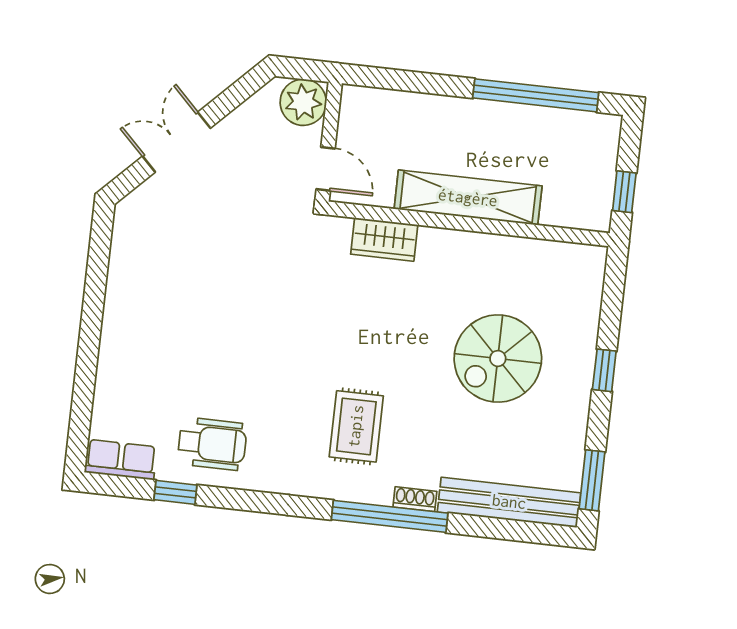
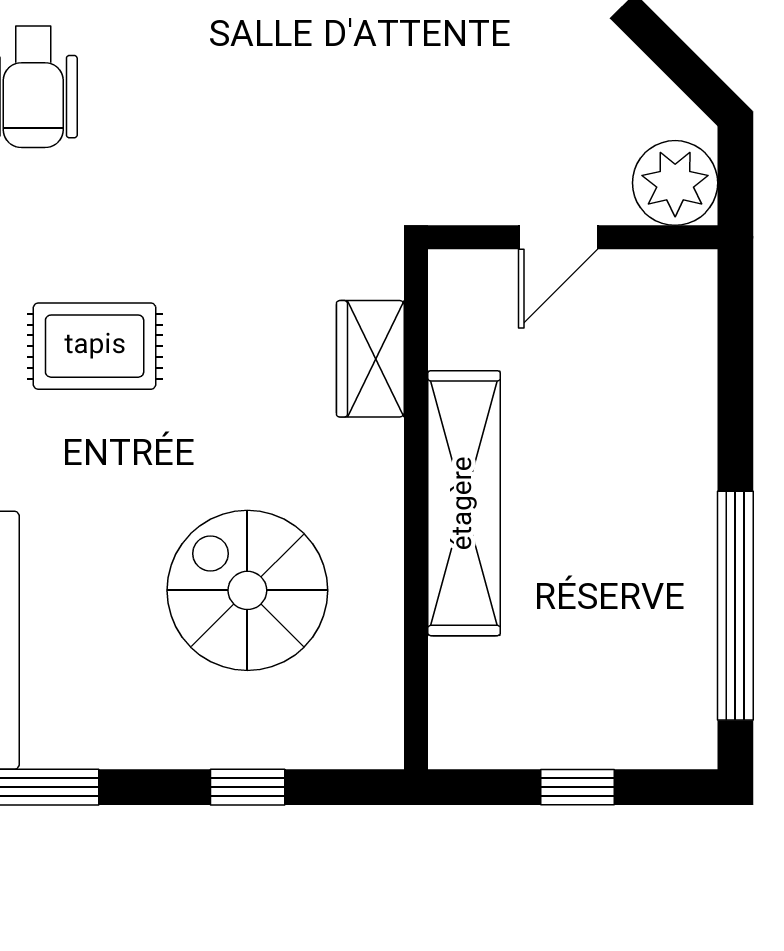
shelving: (468, 198) -> (464, 503), moved
wall: (468, 224) -> (416, 509), moved
wardrobe: (384, 239) -> (370, 359), moved

